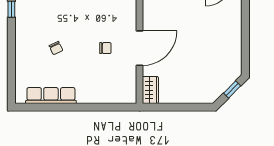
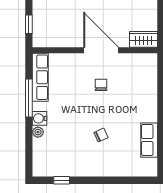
row of seats: (51, 96) -> (149, 140), width x0.68

